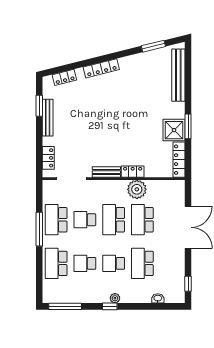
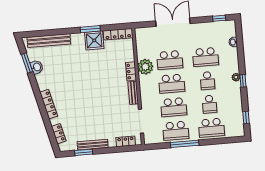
washbasin: (148, 58) -> (37, 67), added
school desk: (85, 220) -> (174, 107), width x1.85
window: (65, 306) -> (246, 117), width x0.46

